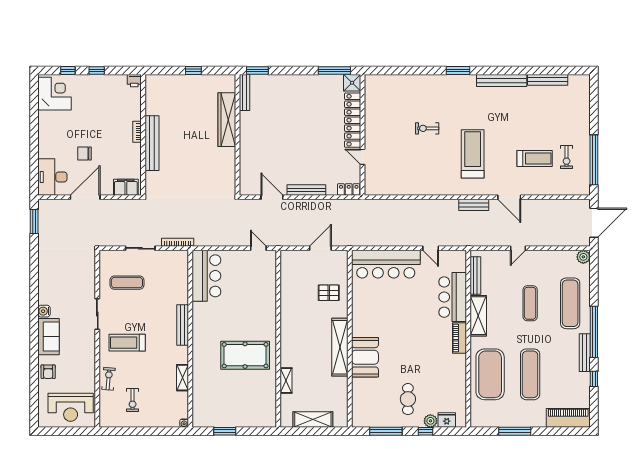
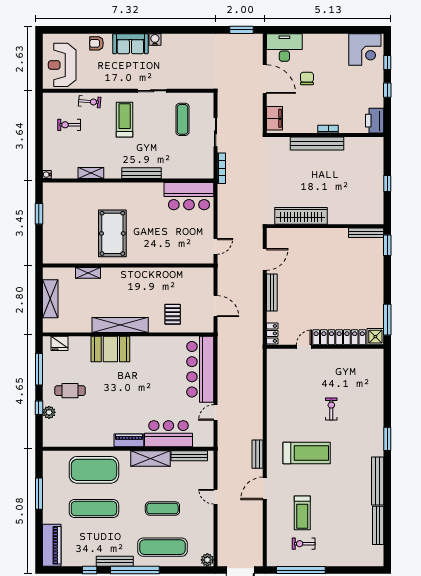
printer: (134, 81) -> (375, 121), width x1.87, depth x1.48
wardrobe: (227, 120) -> (301, 216), moved
fridge: (447, 420) -> (60, 343), moved, turned 90

